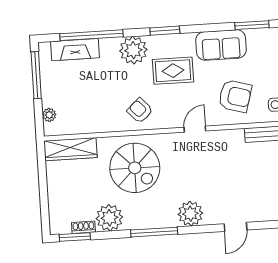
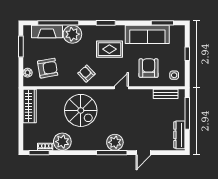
sofa: (221, 45) -> (147, 34), width x1.36
plant: (133, 50) -> (72, 34), moved
window: (36, 75) -> (21, 46), width x0.69
armchair: (235, 96) -> (149, 68), turned -106
armchair: (80, 106) -> (48, 68), added
wardrobe: (71, 149) -> (30, 106), moved, turned -90
window: (154, 232) -> (112, 153), moved

